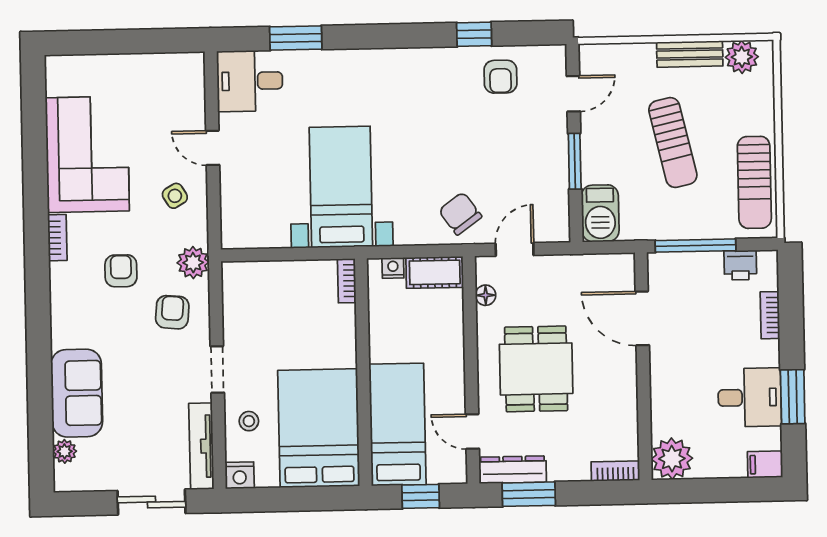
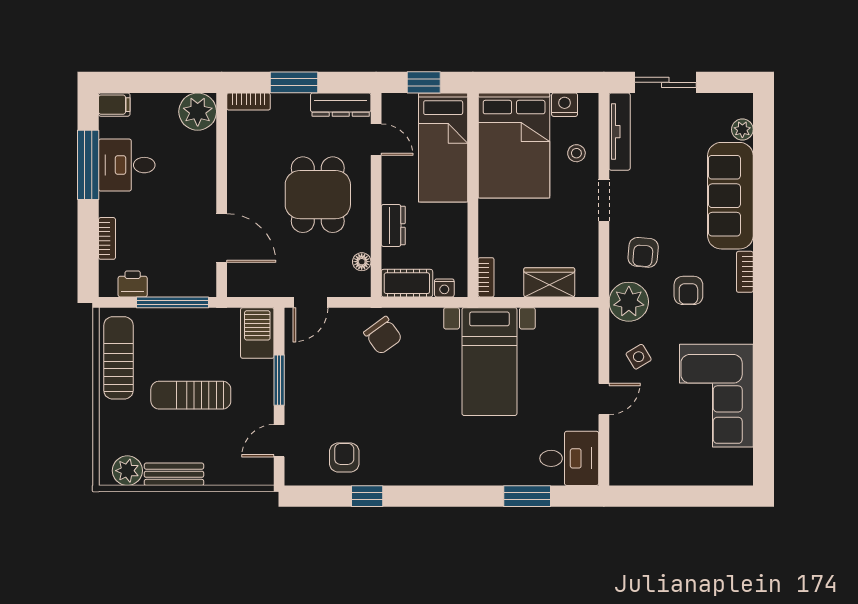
sun lounger: (673, 143) -> (191, 395), turned -77
door: (213, 148) -> (604, 399), hinge flipped
bookcase: (57, 238) -> (745, 272), moved
door: (515, 249) -> (311, 302), moved
plant: (193, 263) -> (629, 302), width x1.36, depth x1.36
wardrobe: (276, 277) -> (549, 282), added
dresser: (451, 336) -> (393, 225), added
sofa: (77, 393) -> (730, 196), width x1.36
window: (793, 397) -> (88, 165), width x1.44
nightstand: (240, 475) -> (565, 105), moved
window: (529, 494) -> (294, 82), moved

